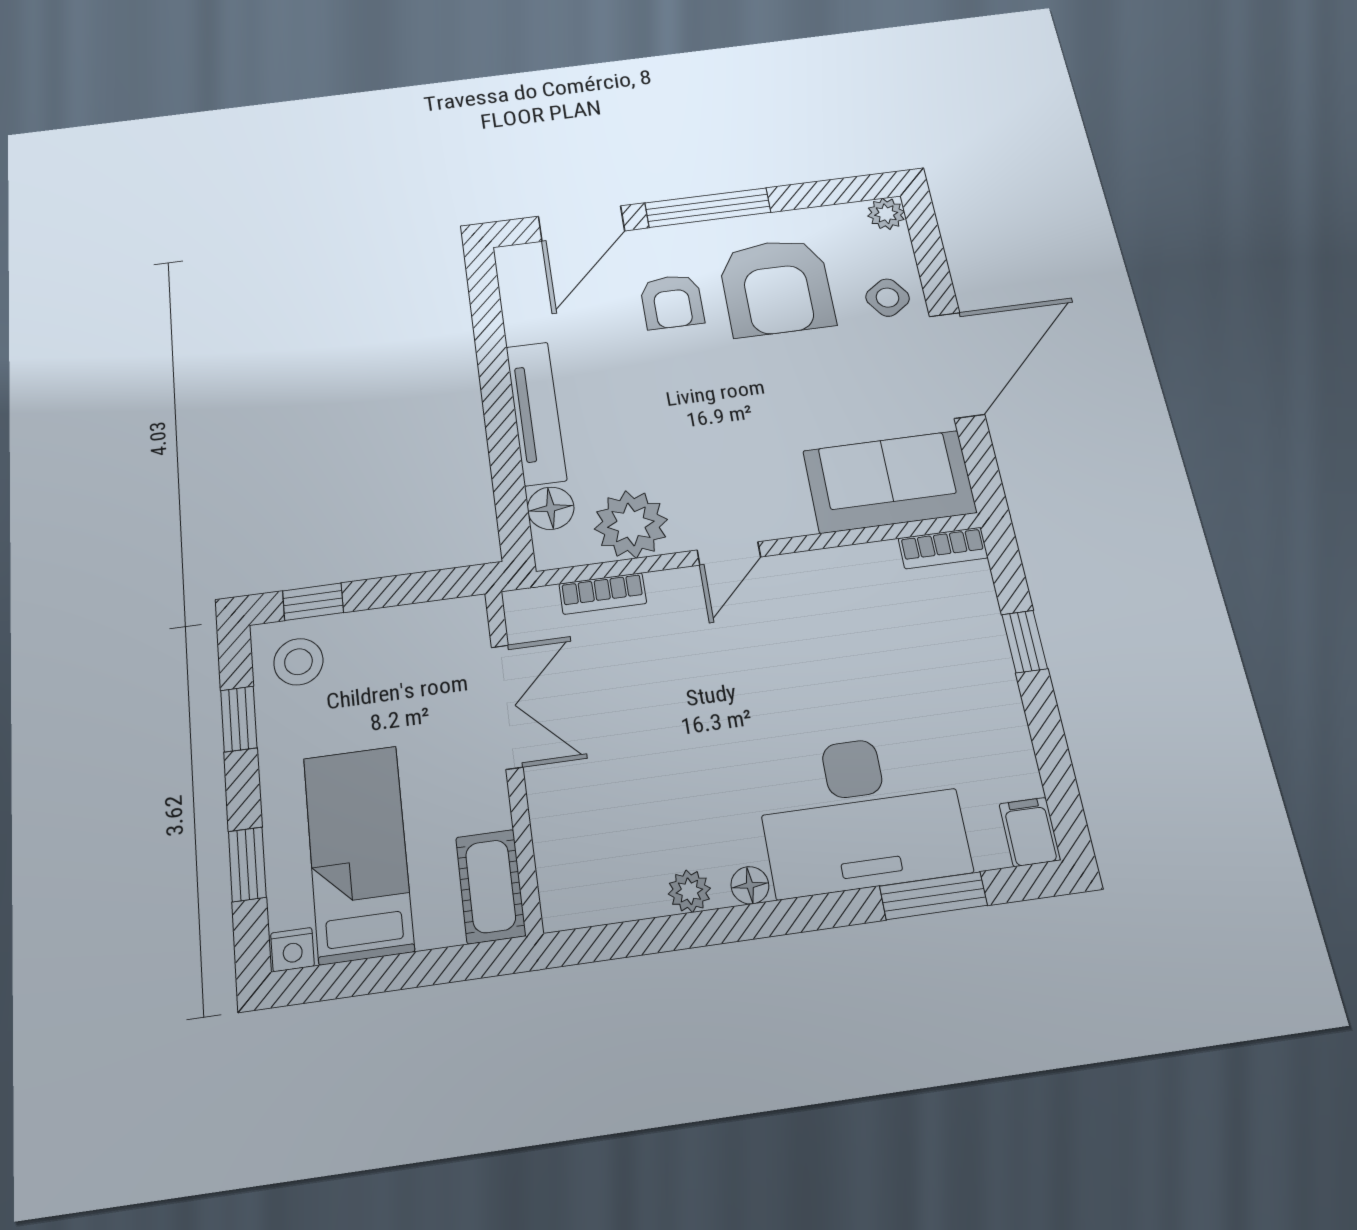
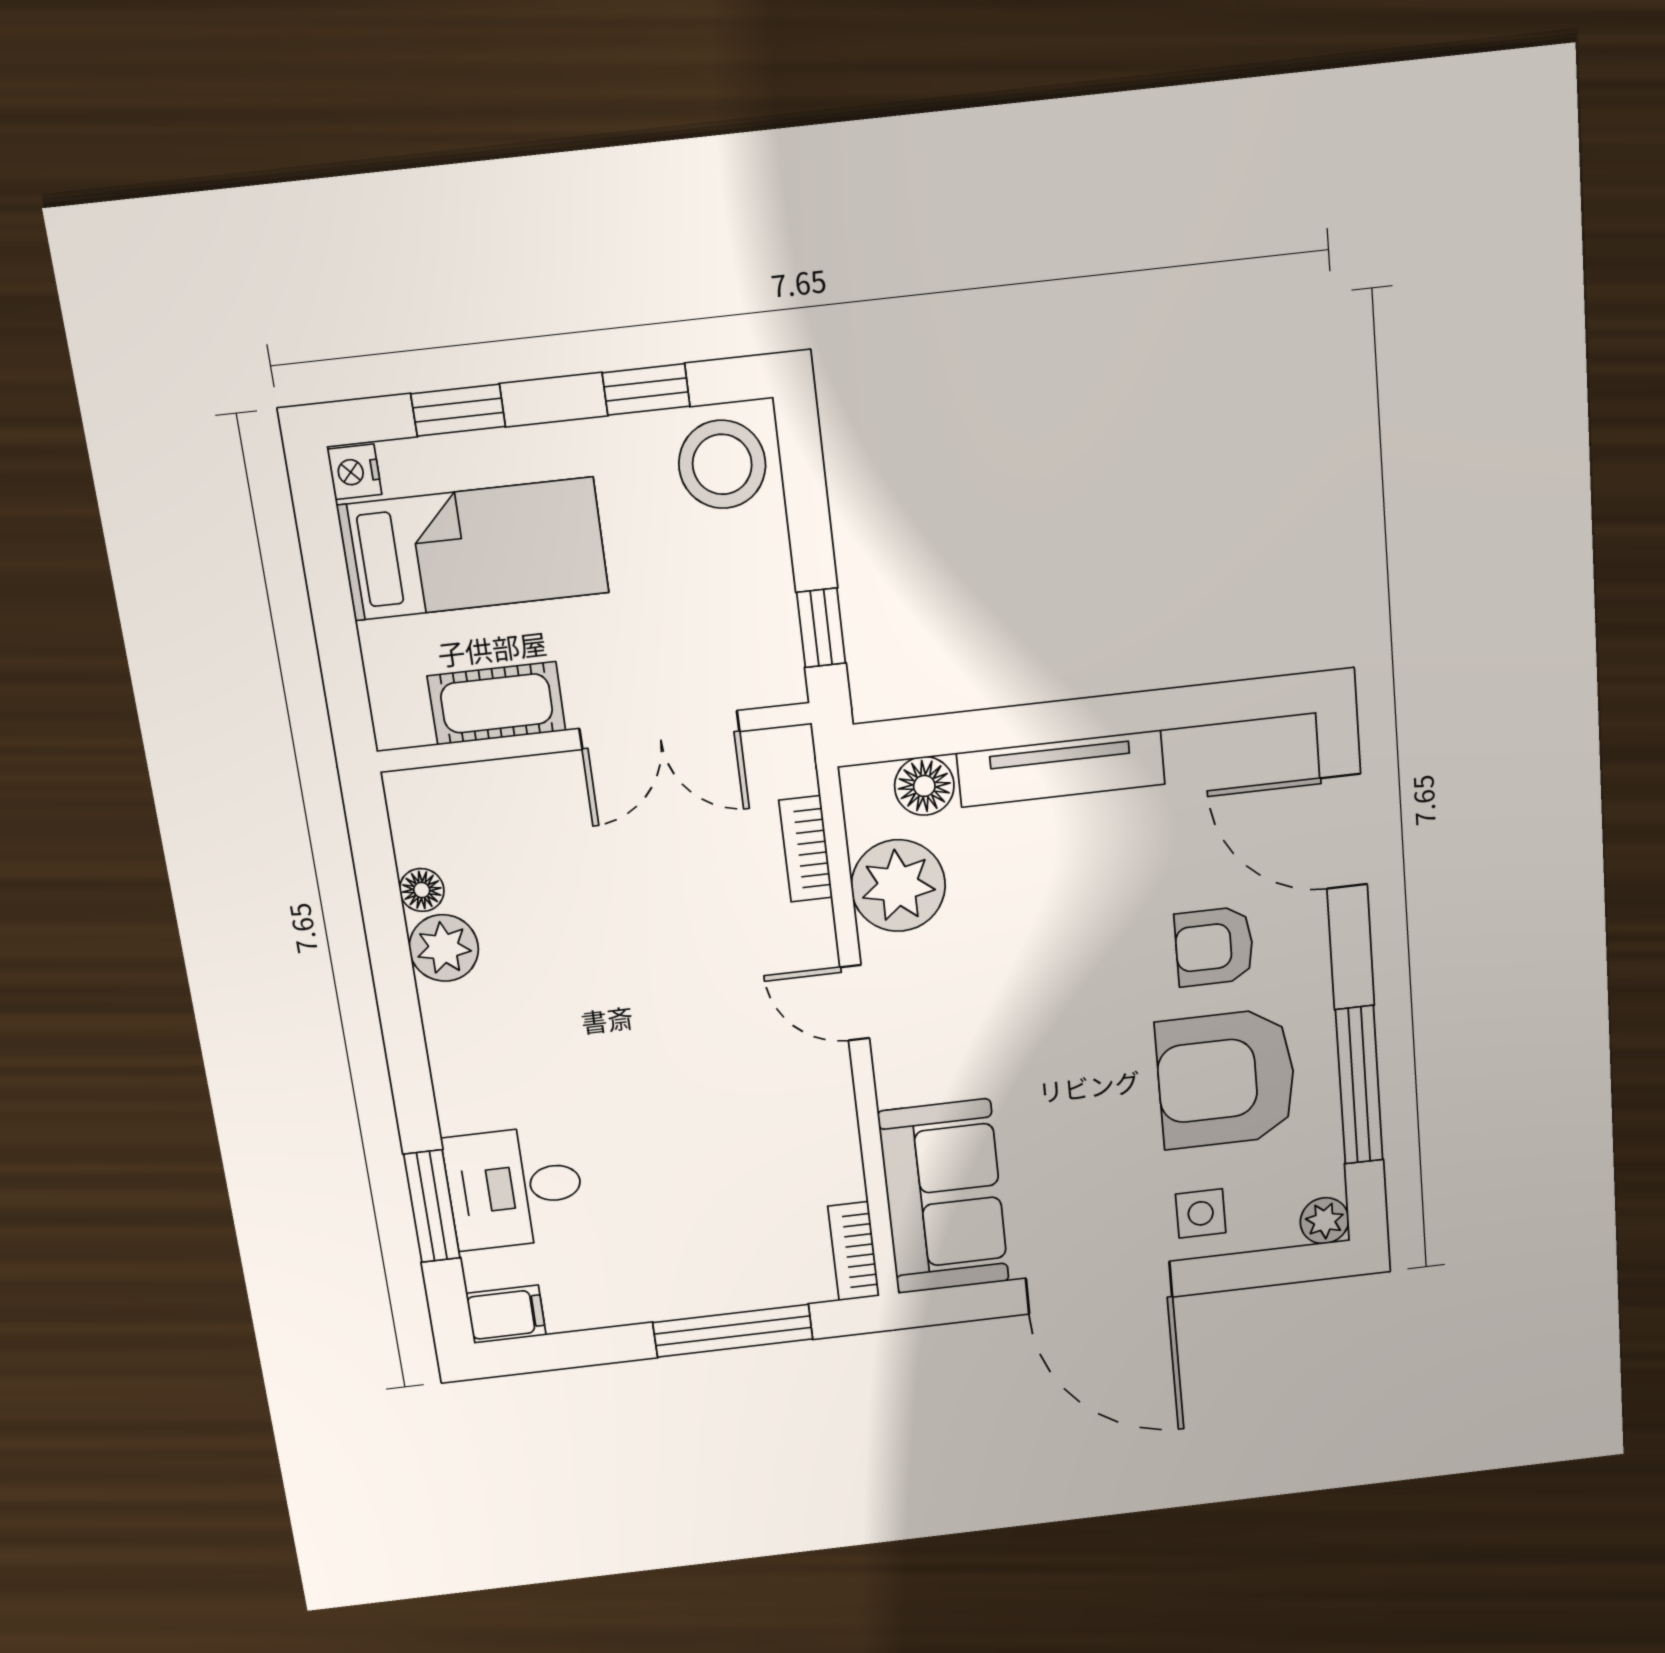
window: (708, 208) -> (1359, 1085), moved
side table: (888, 298) -> (1201, 1213), turned 35
window: (313, 602) -> (821, 628), moved
window: (1025, 642) -> (733, 1331), width x2.17
stool: (298, 662) -> (722, 464), width x1.38, depth x1.38
desk: (861, 813) -> (515, 1188), width x0.53, depth x0.77
floor lamp: (750, 885) -> (422, 890), moved
cot: (491, 886) -> (497, 703), moved
plant: (689, 891) -> (444, 948), width x1.38, depth x1.38

